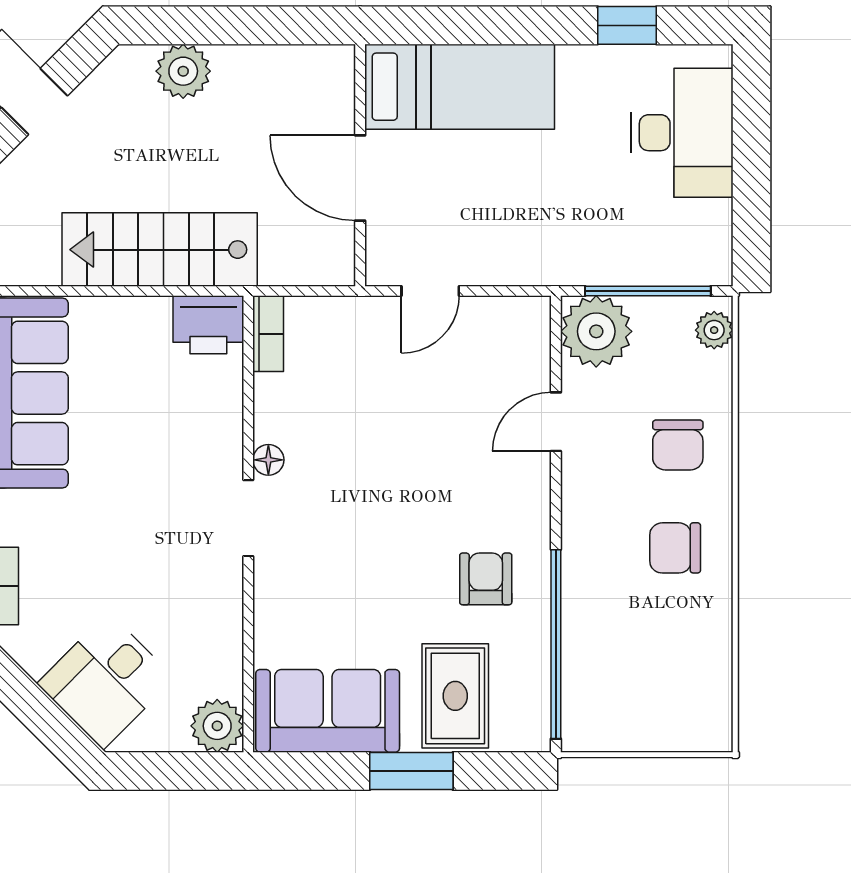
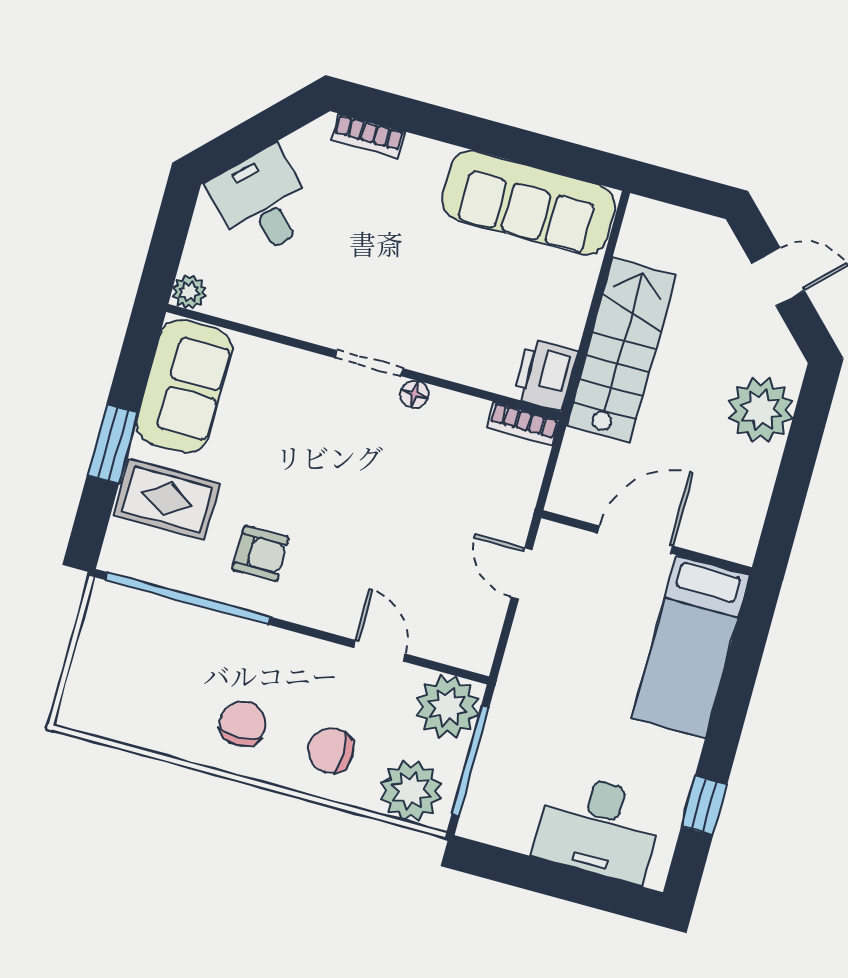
plant: (183, 71) -> (761, 410), width x1.36, depth x1.36
plant: (714, 330) -> (411, 791), width x1.88, depth x1.88
plant: (217, 726) -> (189, 292), width x0.73, depth x0.73

